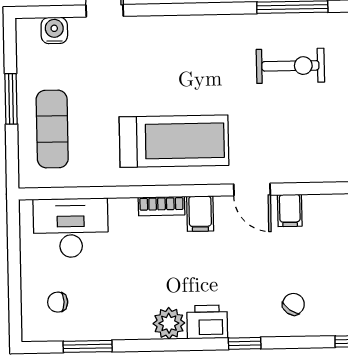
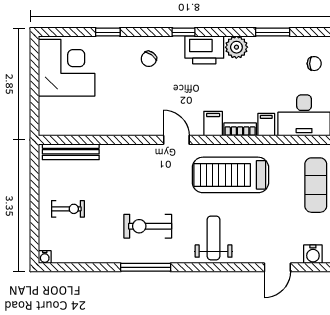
weight bench: (196, 51) -> (214, 238), added
filing cabinet: (290, 210) -> (266, 125), moved
printer: (207, 322) -> (204, 50), width x1.37, depth x1.19
window: (88, 346) -> (273, 32), moved

